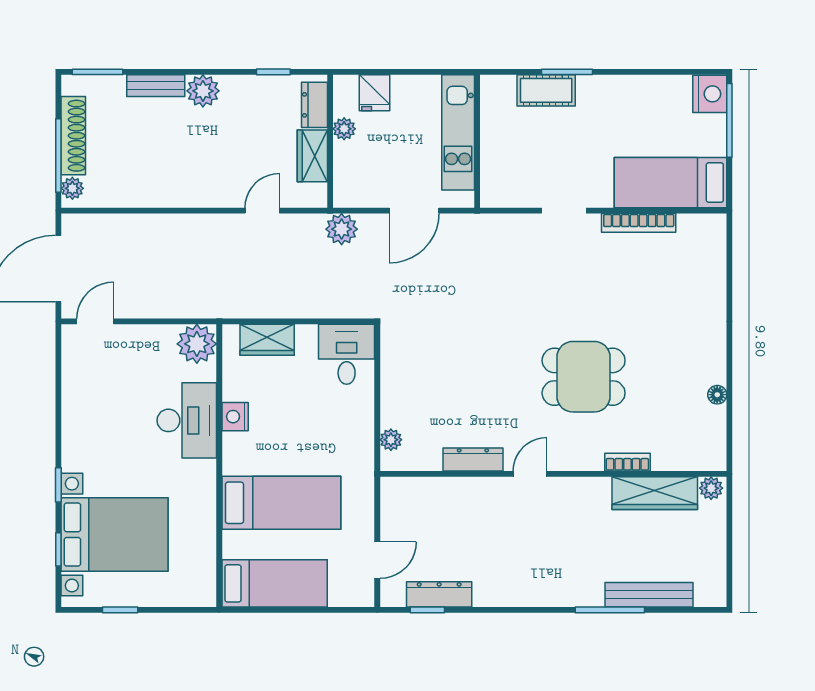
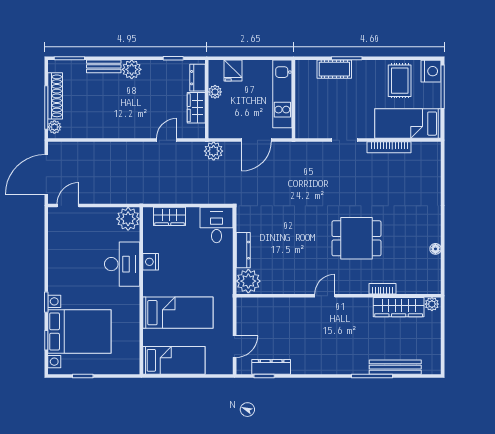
rug: (657, 110) -> (400, 81), added
plant: (391, 440) -> (248, 281), width x1.88, depth x1.88
dresser: (473, 459) -> (243, 250), moved, turned 90

